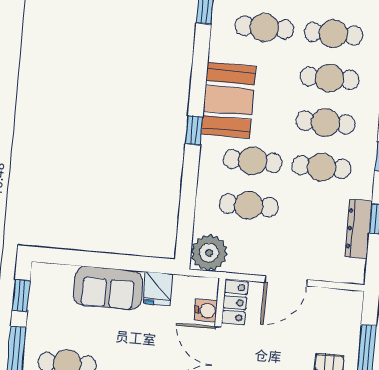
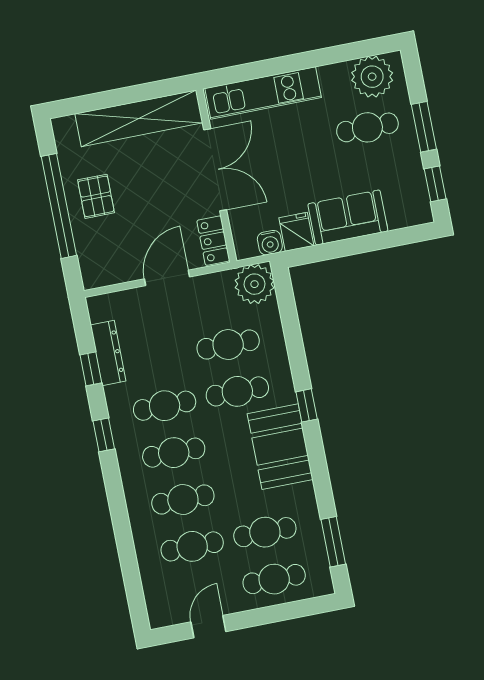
water cooler: (206, 310) -> (270, 243), moved, turned -90

